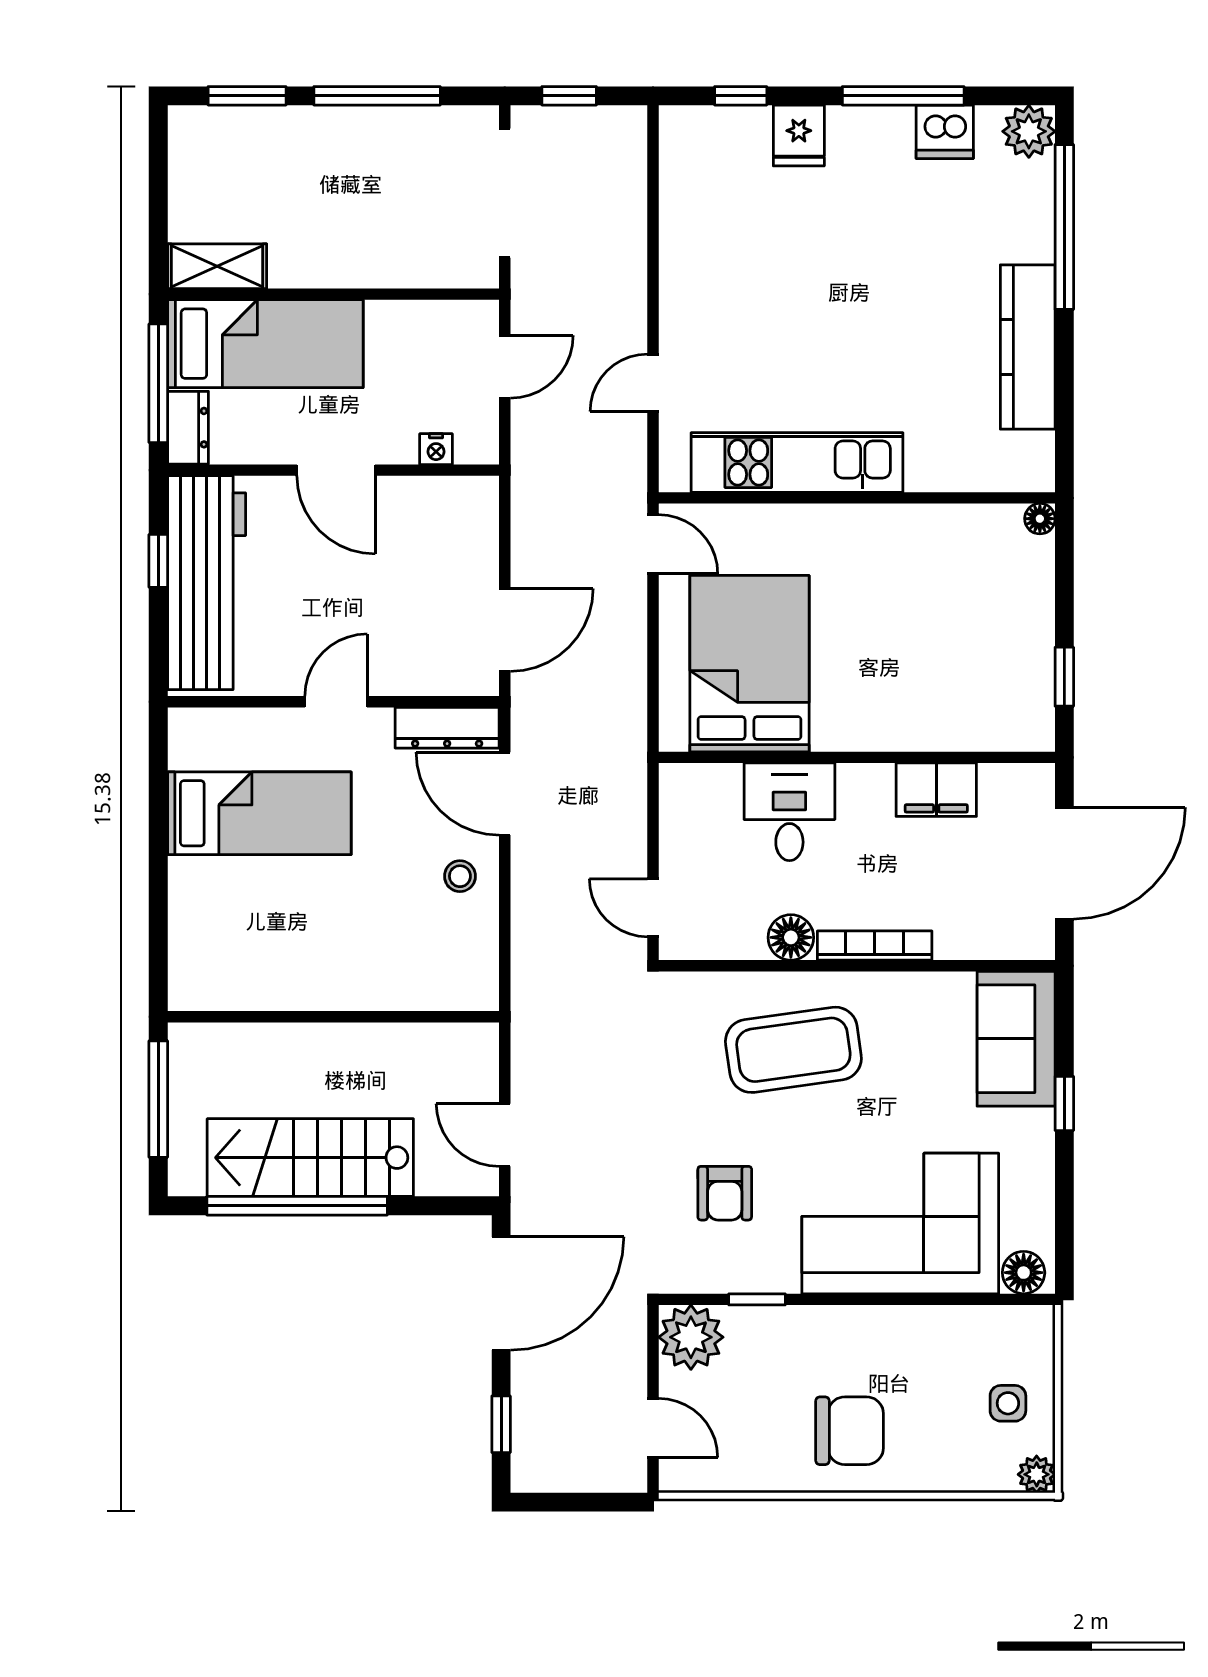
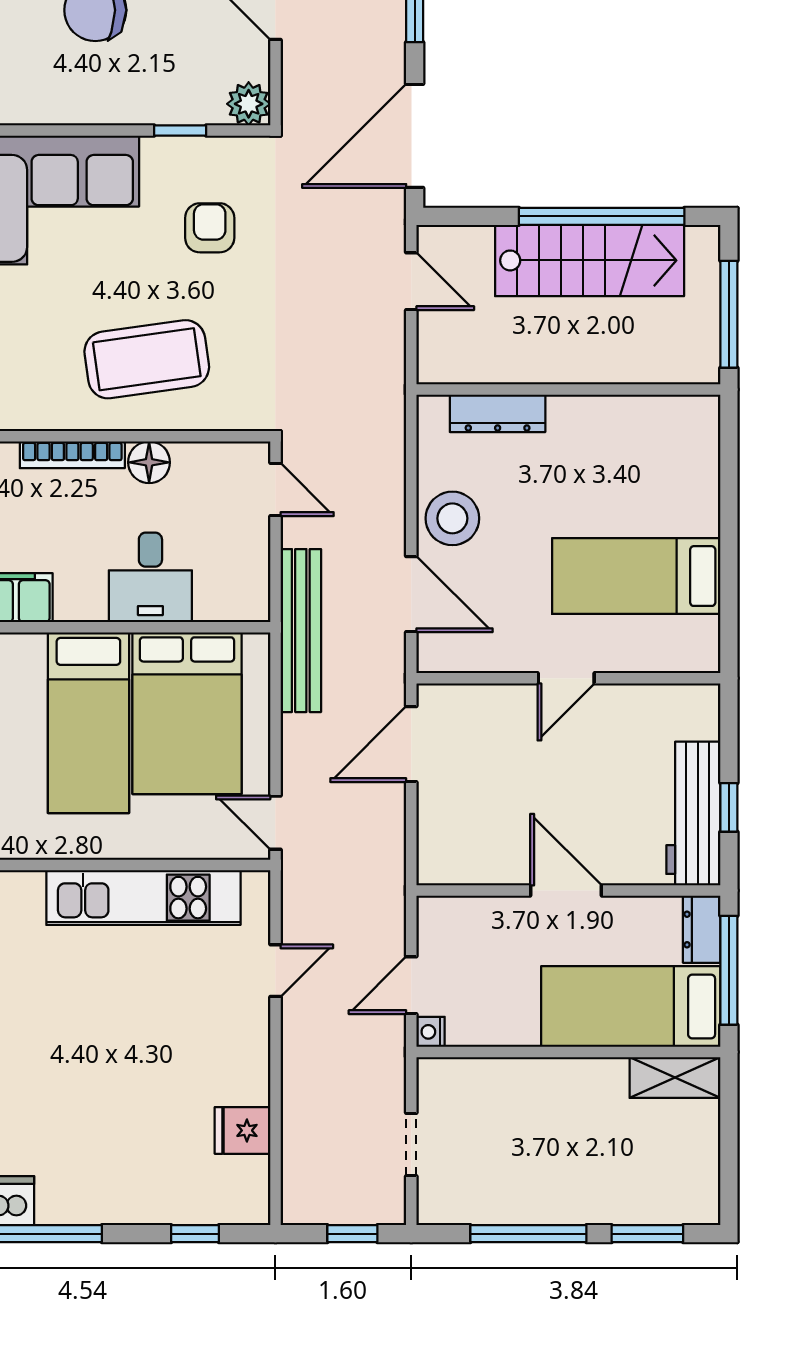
fridge: (799, 136) -> (242, 1130), moved, turned -90
doorway: (505, 193) -> (411, 1144), width x0.53
nightstand: (436, 449) -> (431, 1032), moved, turned -90
workbench: (207, 583) -> (693, 814), width x0.73, depth x0.76
bed: (857, 653) -> (88, 723), added
dresser: (447, 728) -> (498, 413), moved, turned 180
bench: (625, 754) -> (301, 631), added
stool: (460, 876) -> (452, 518), width x1.89, depth x1.89
plant: (691, 1337) -> (249, 104), width x0.73, depth x0.73

